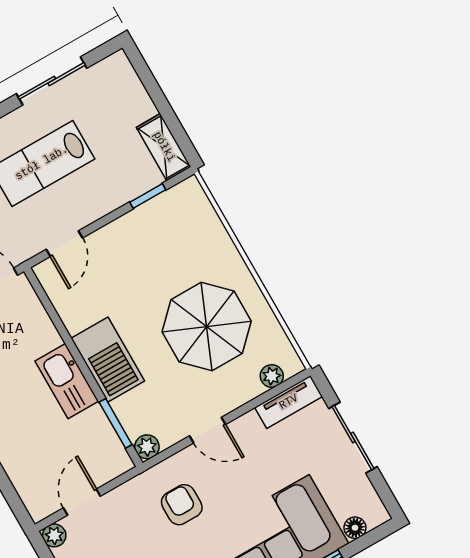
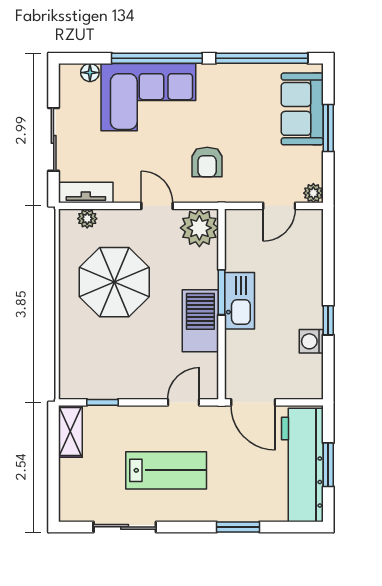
barbecue: (108, 360) -> (200, 321), moved
window: (116, 423) -> (222, 292), moved
plant: (147, 447) -> (199, 228), width x1.88, depth x1.88

